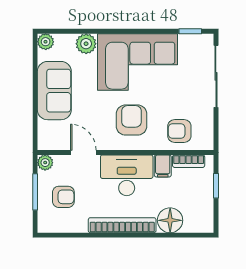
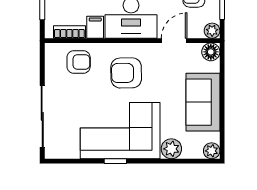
window: (190, 31) -> (115, 161), moved
armchair: (132, 120) -> (126, 73), turned 89
floor lamp: (46, 141) -> (211, 52), added
door: (83, 152) -> (174, 41), swing flipped

